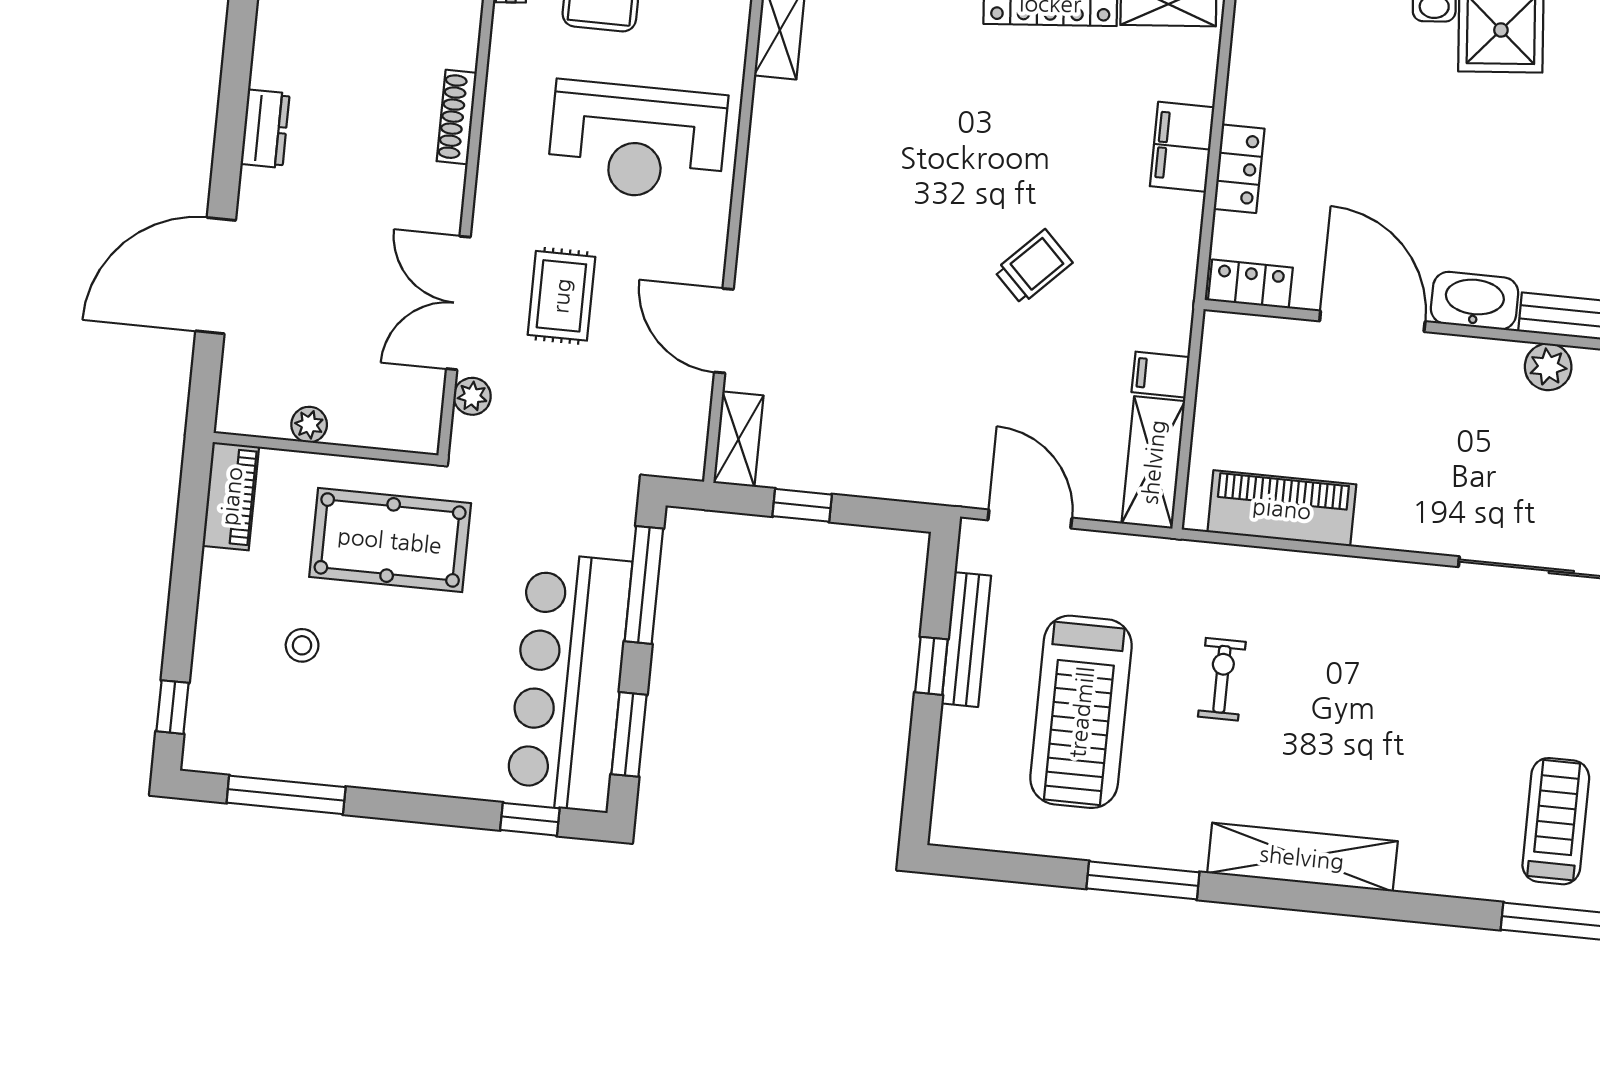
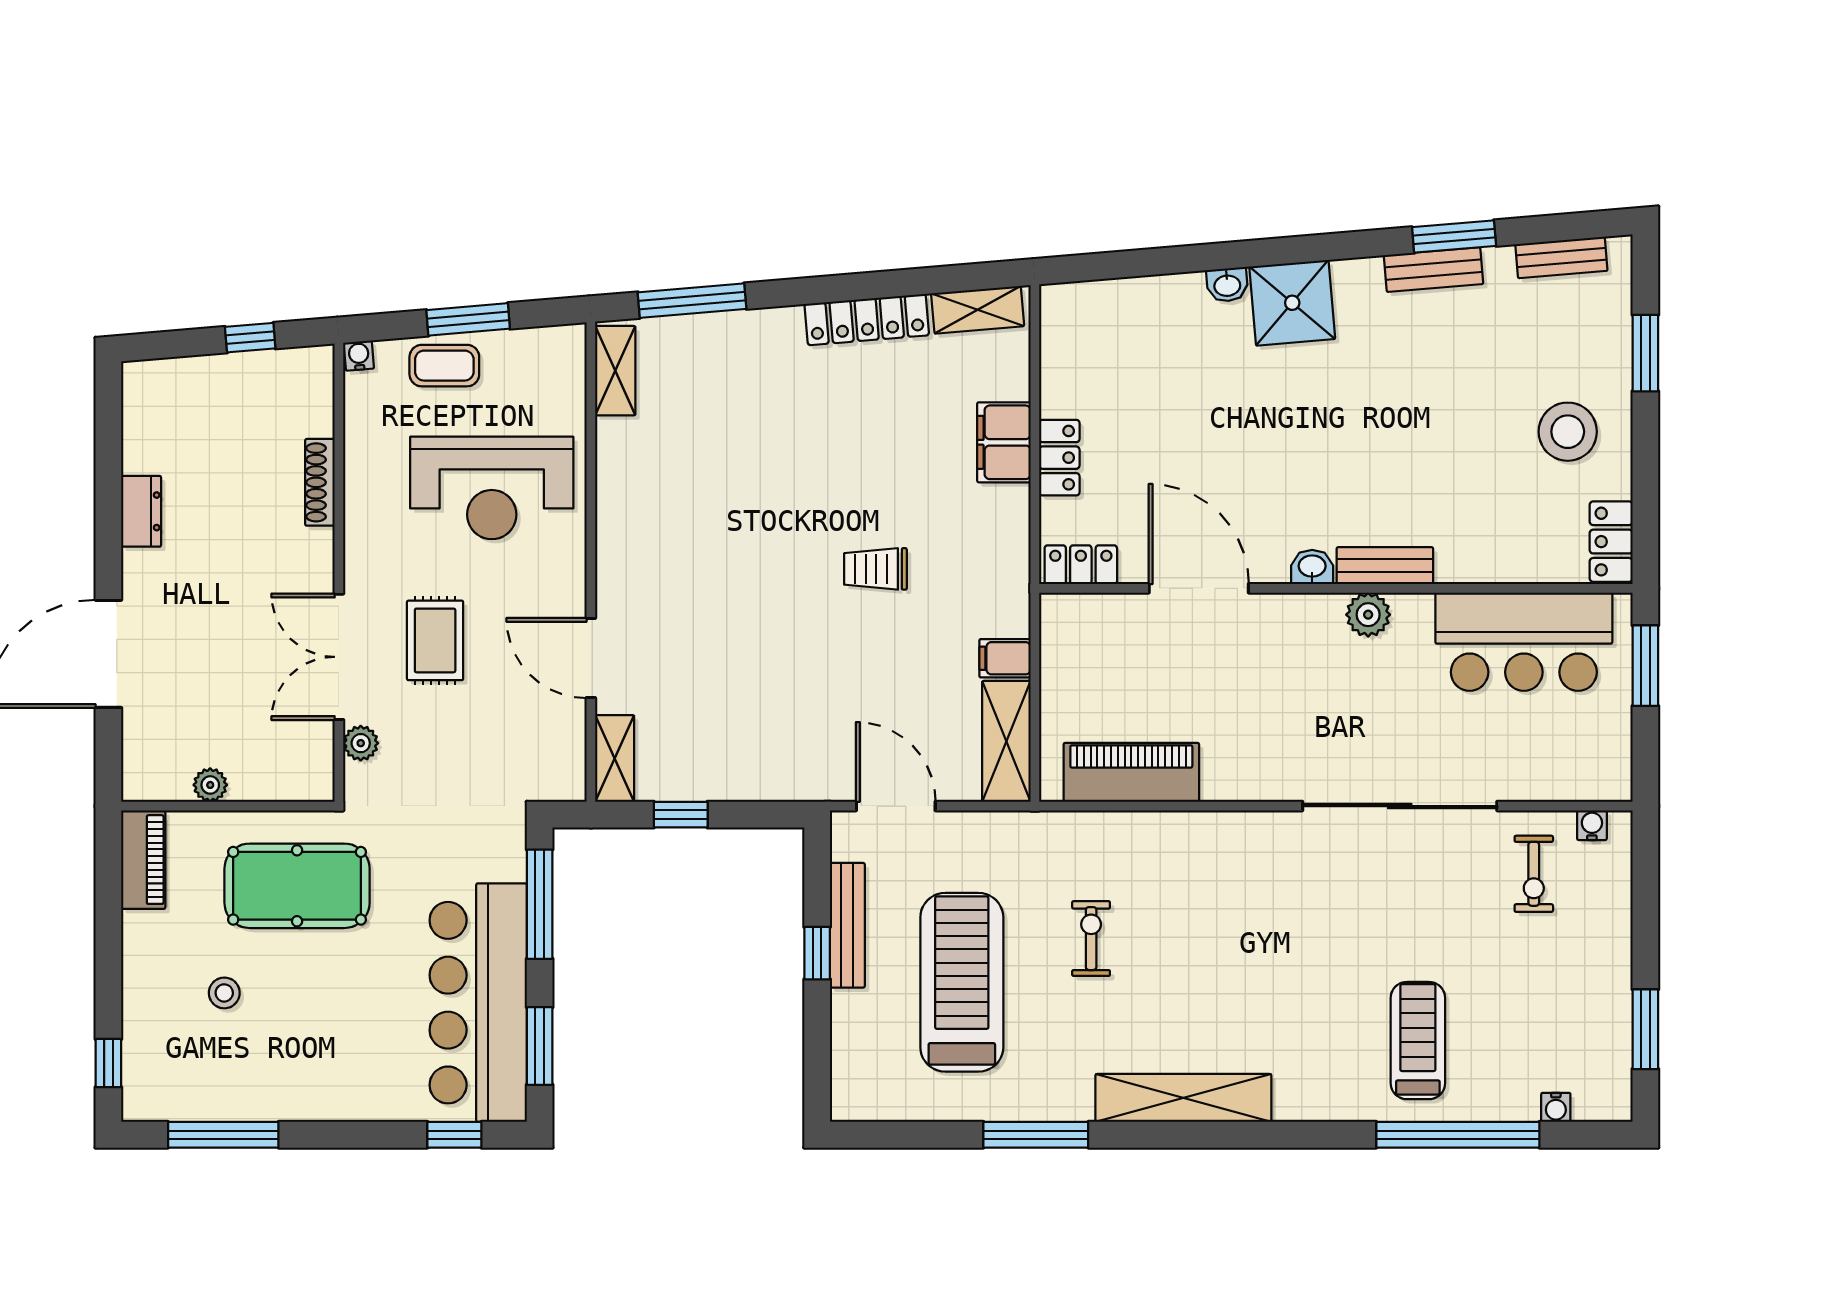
trolley: (1033, 267) -> (875, 569), turned -135
washbasin: (1475, 301) -> (1312, 567), width x0.52, depth x0.69
treadmill: (1081, 712) -> (962, 982), turned 180

